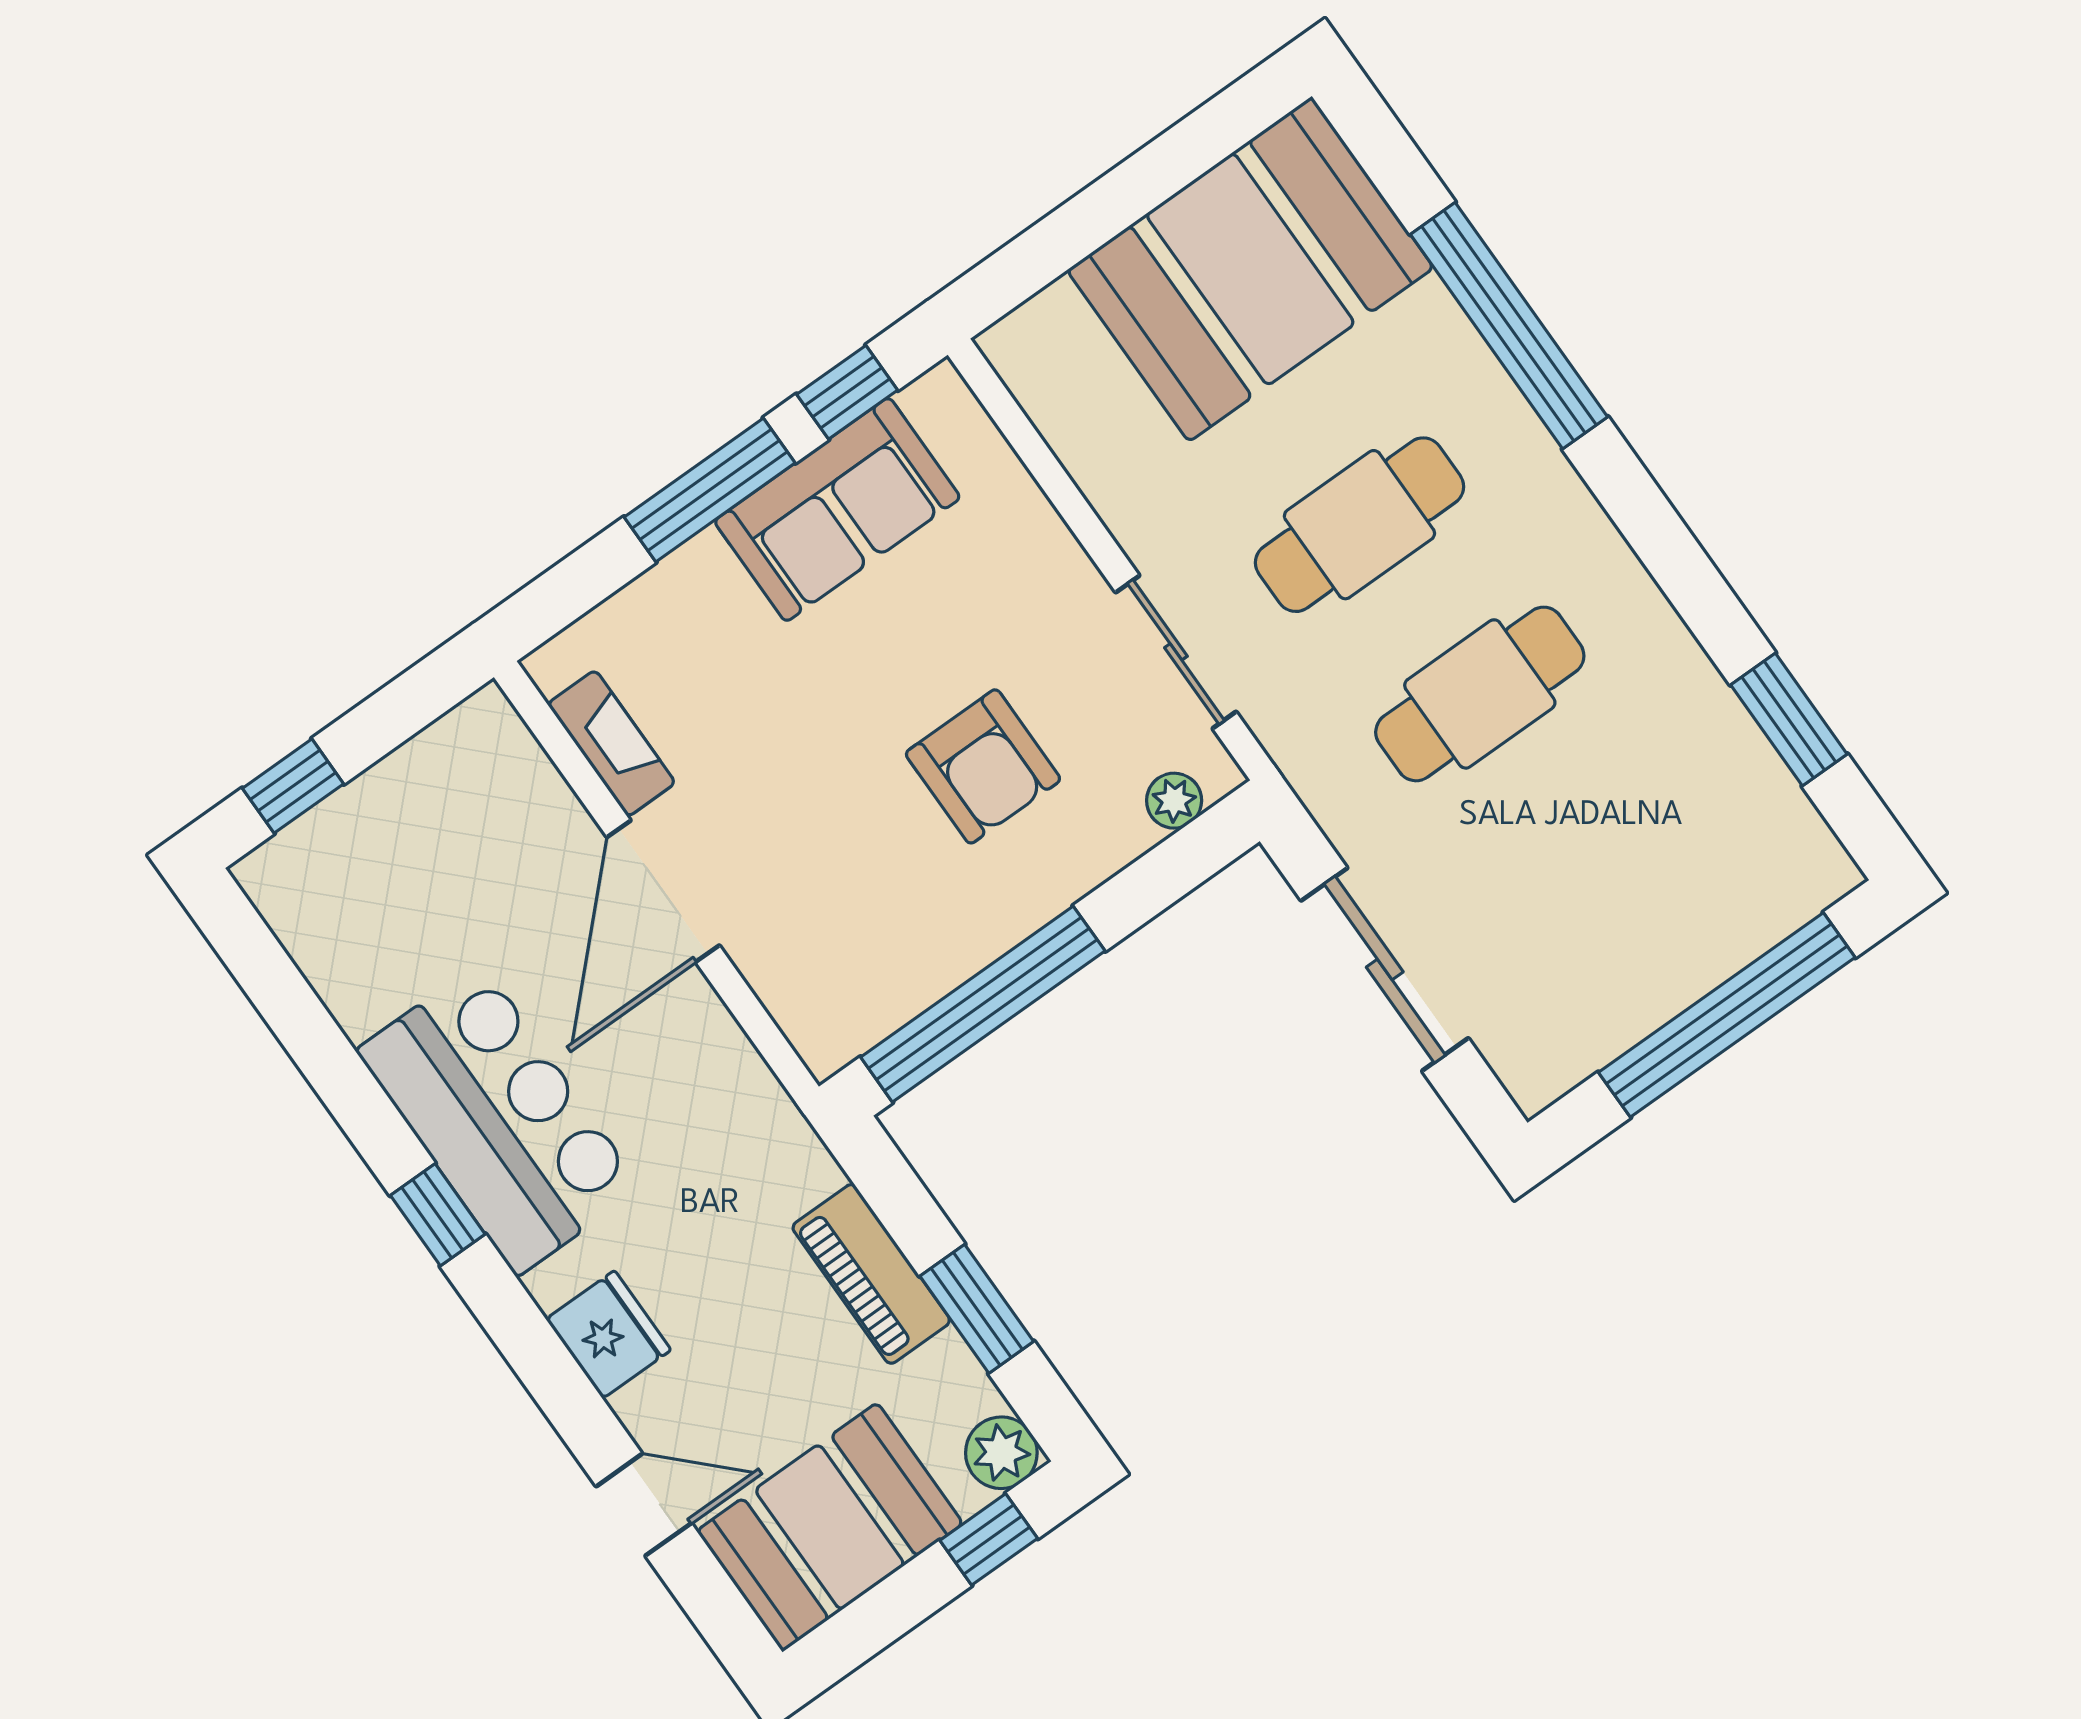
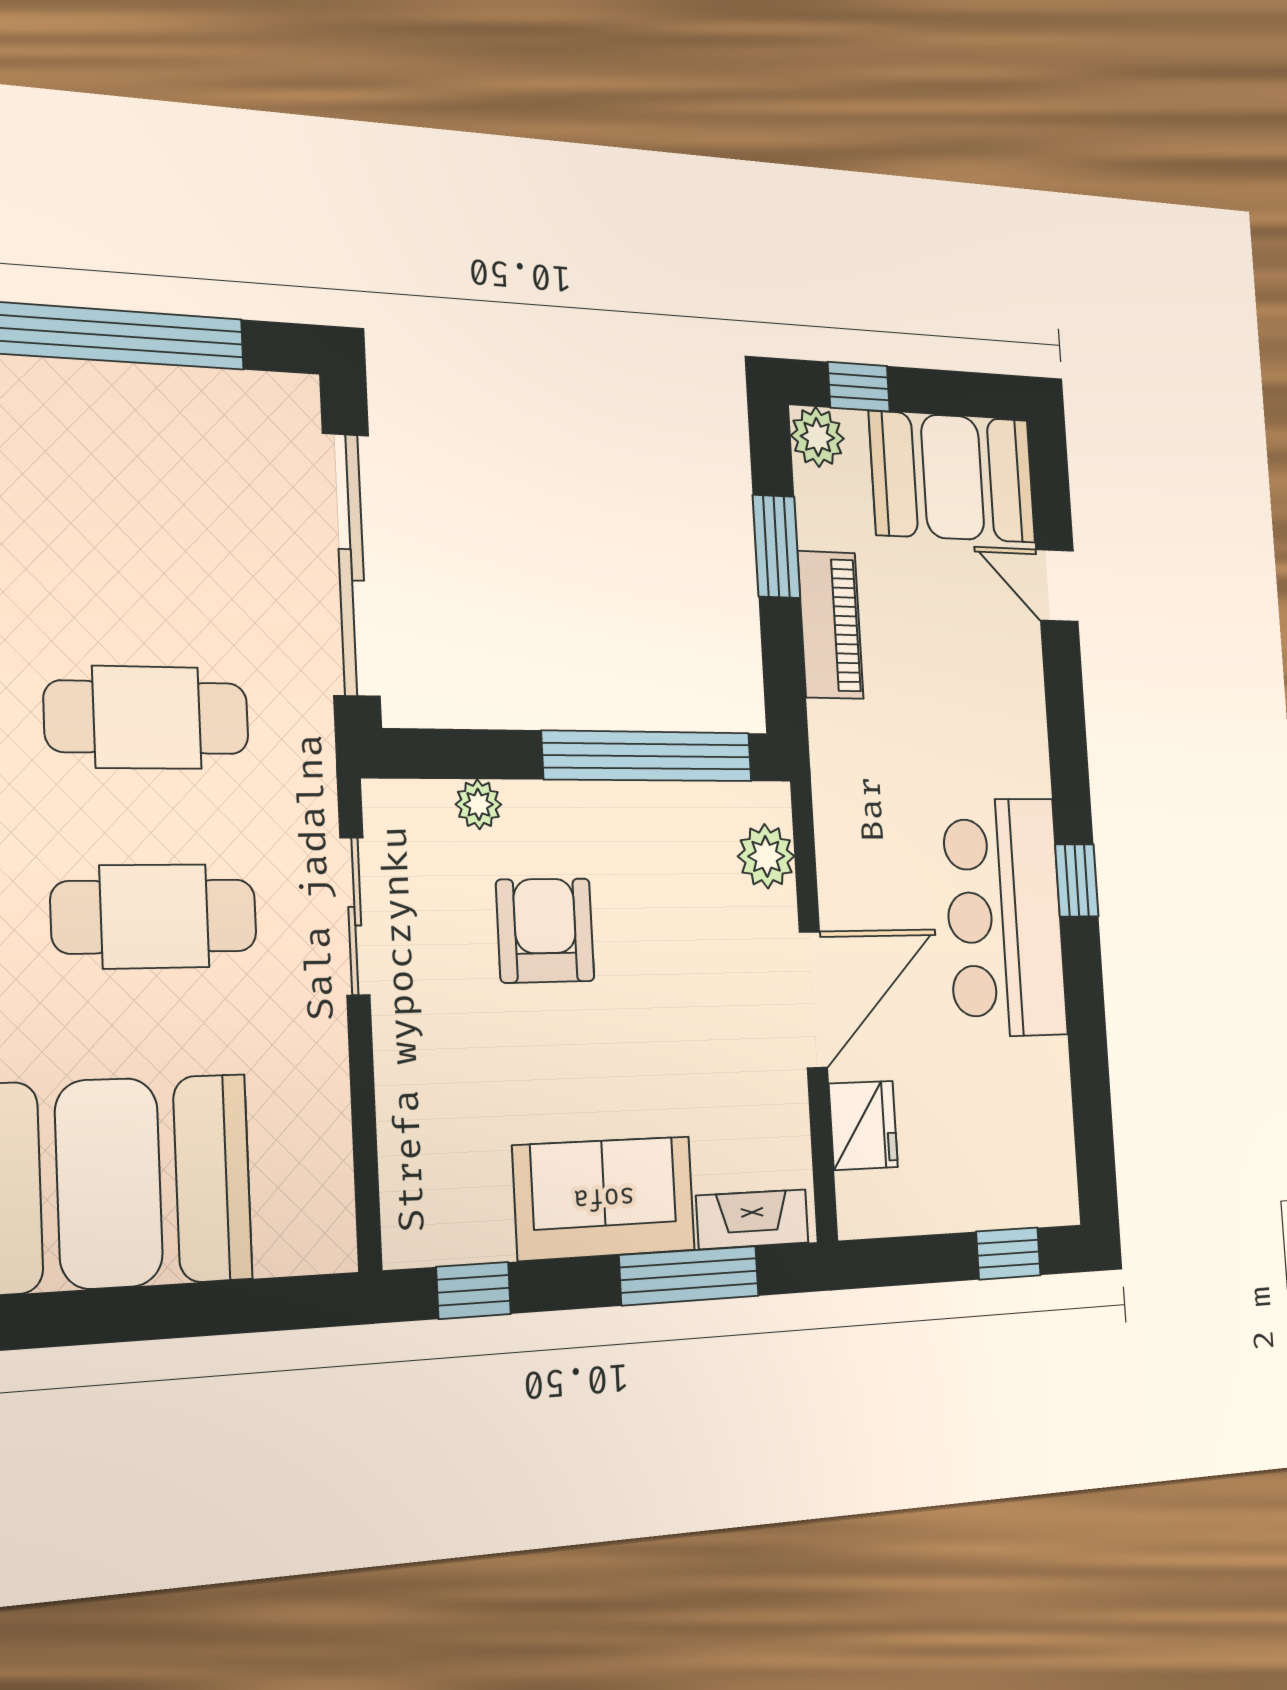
window: (710, 490) -> (689, 1276), moved
sofa: (837, 509) -> (604, 1198), moved
fireplace: (611, 743) -> (752, 1219), moved, turned 90
plant: (1174, 801) -> (478, 804), moved
sliding door: (1385, 969) -> (351, 565), width x1.36
plant: (799, 995) -> (766, 856), added
fridge: (608, 1335) -> (863, 1125), moved, turned 180

